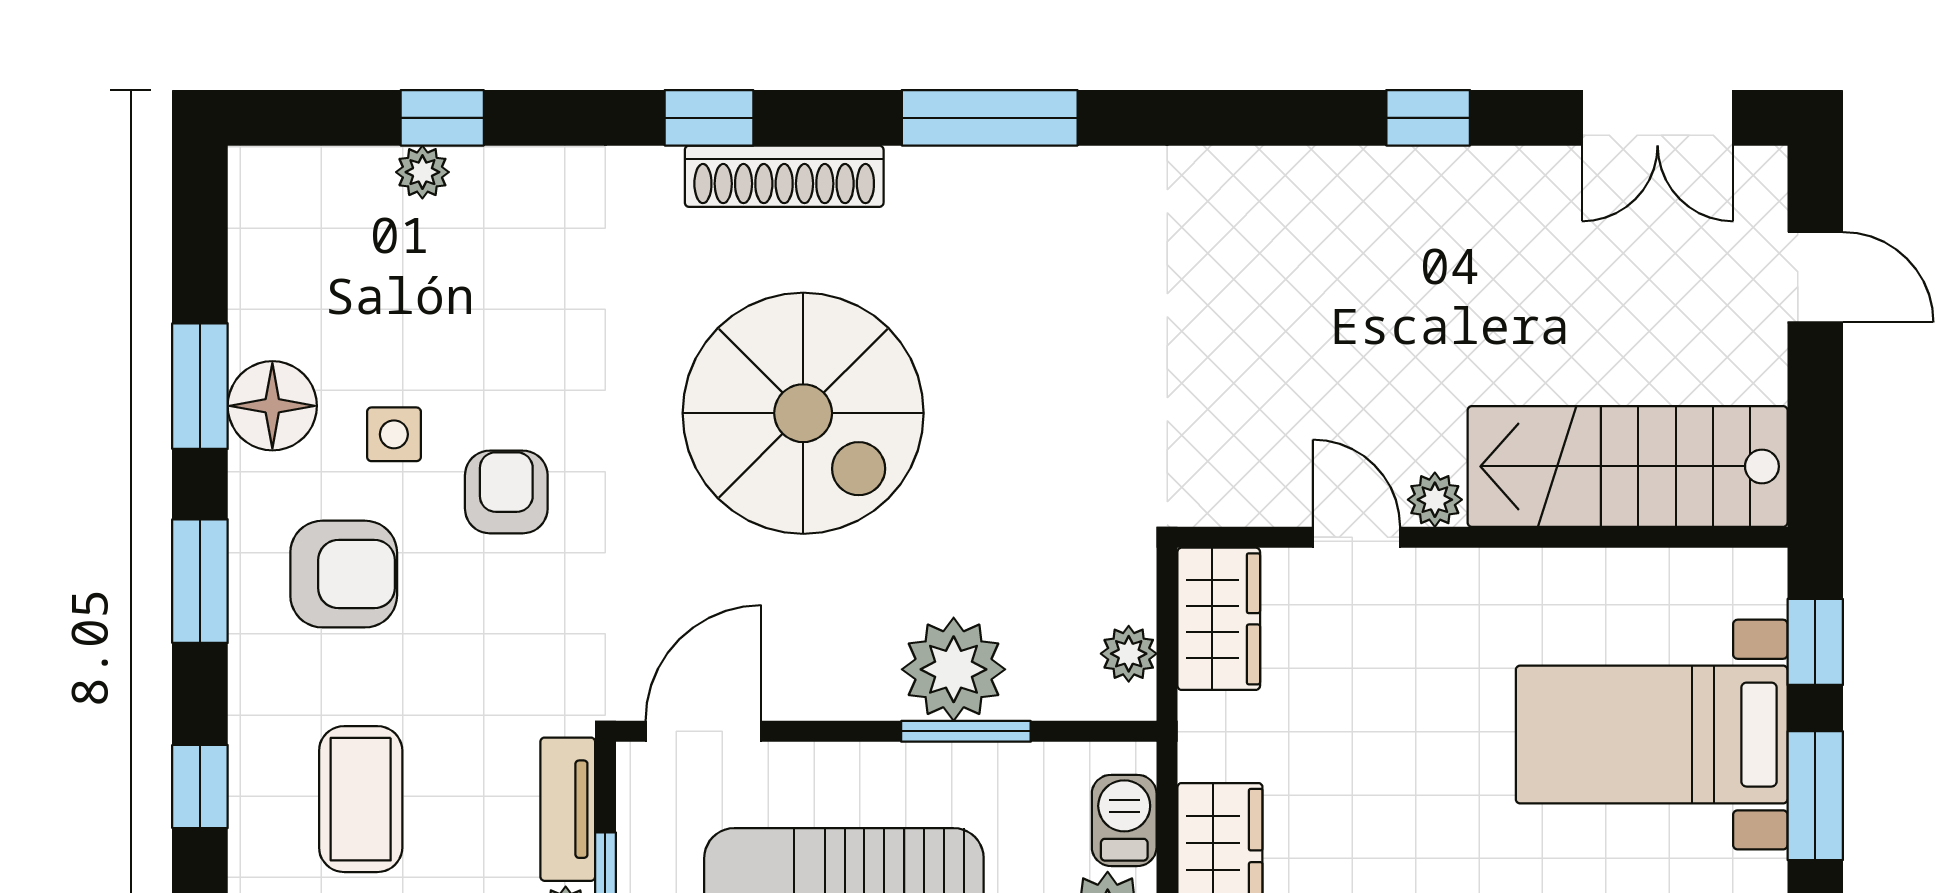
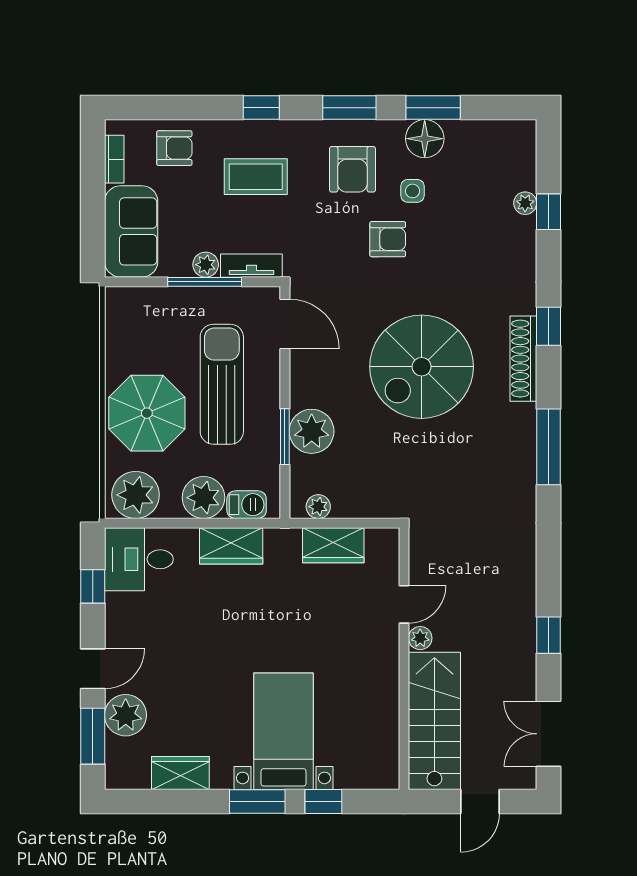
stairs: (1628, 466) -> (434, 721), moved
plant: (1435, 500) -> (420, 638), moved
door: (1356, 537) -> (404, 604), moved
wall: (1482, 537) -> (404, 659), moved

